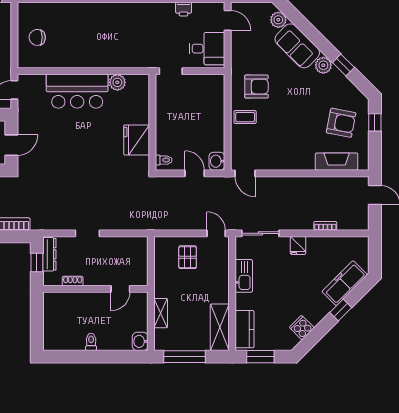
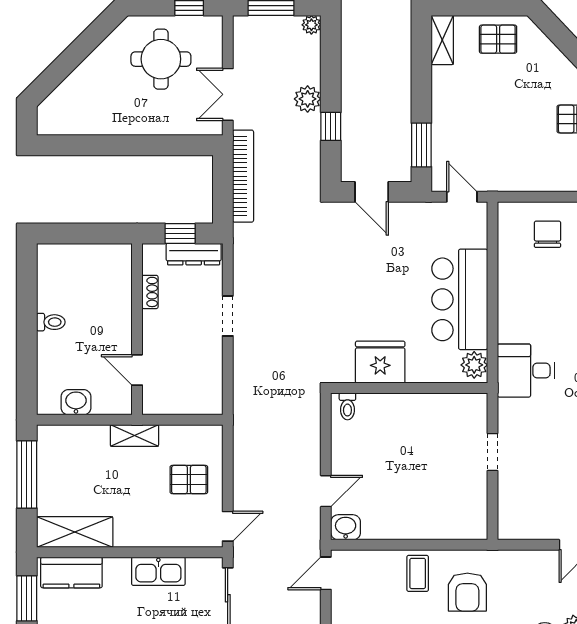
desk: (207, 49) -> (526, 371), moved, turned 90
wall: (152, 122) -> (409, 388), moved
fridge: (137, 140) -> (380, 362), moved
toilet: (164, 160) -> (347, 406), moved
shelving: (161, 313) -> (134, 436), moved
washbasin: (140, 341) -> (76, 402), moved

